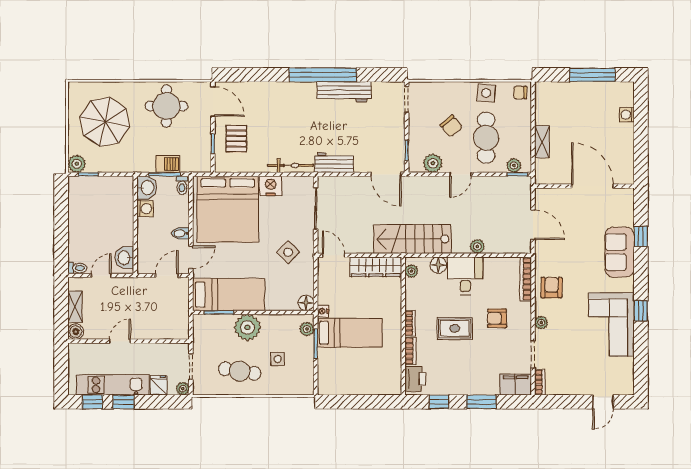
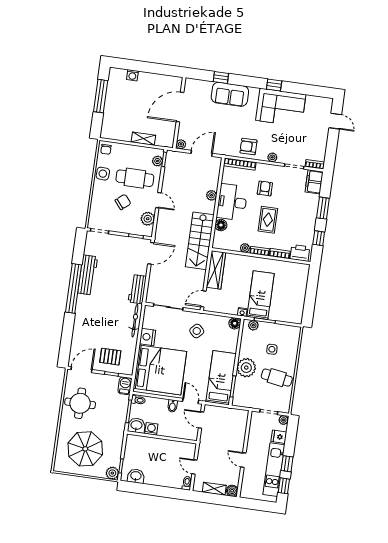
barbecue: (168, 164) -> (125, 386), moved
plant: (541, 195) -> (181, 144), added
washbasin: (124, 258) -> (136, 476), moved, turned 180
plant: (411, 271) -> (245, 248), moved
desk: (465, 276) -> (232, 202), width x1.37
armchair: (497, 318) -> (265, 188), turned 180
cafe table: (240, 371) -> (277, 378), turned 90

